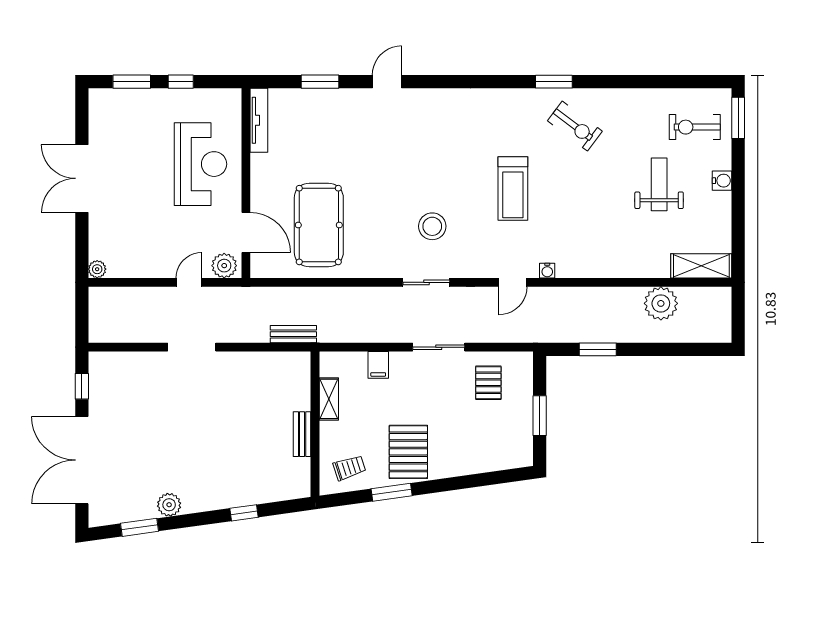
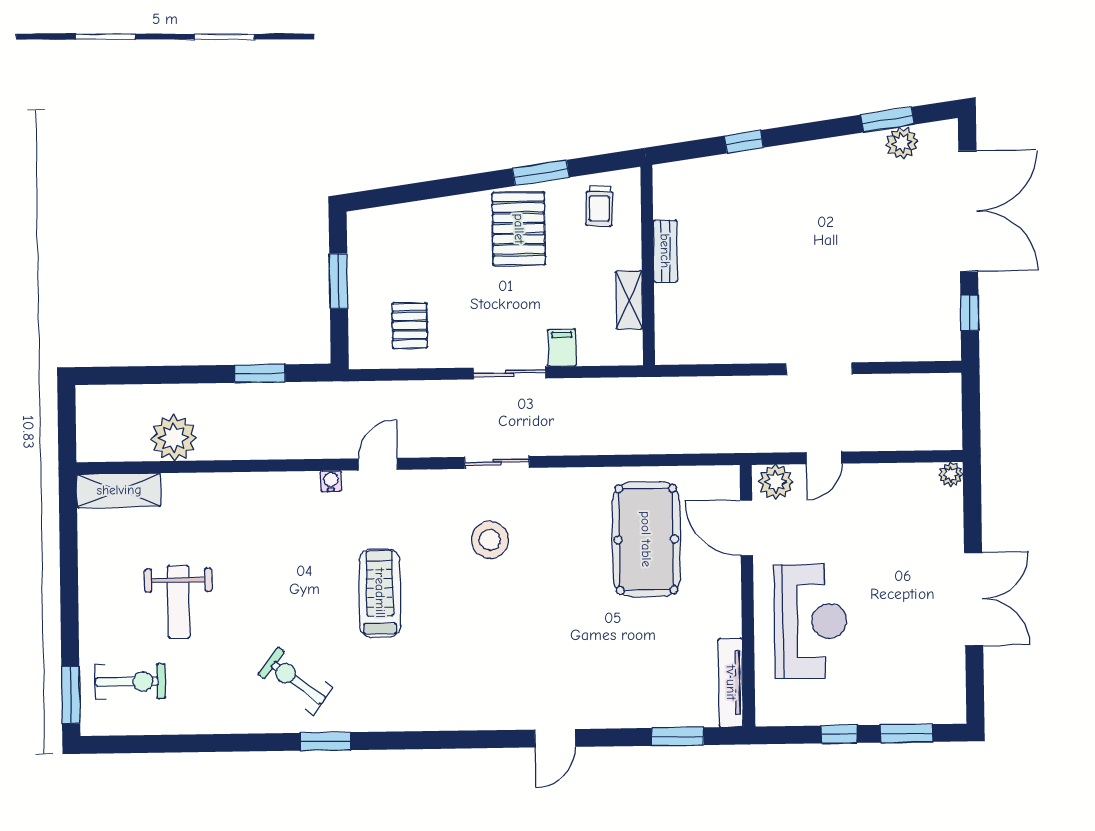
window: (320, 82) -> (678, 737), moved
reception desk: (200, 164) -> (810, 621), turned 180
water cooler: (722, 181) -> (92, 608), removed
bench: (293, 334) -> (679, 389), removed
sliding door: (439, 347) -> (510, 373), moved
trolley: (349, 468) -> (599, 206), turned -69
plant: (169, 505) -> (902, 143), moved

